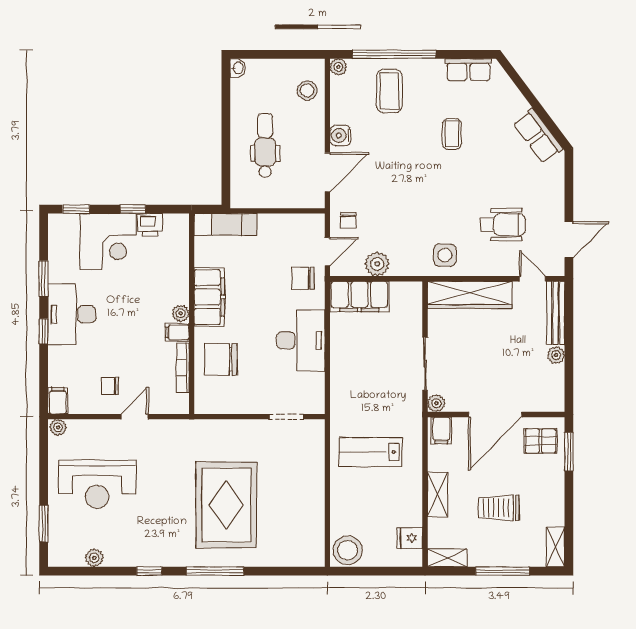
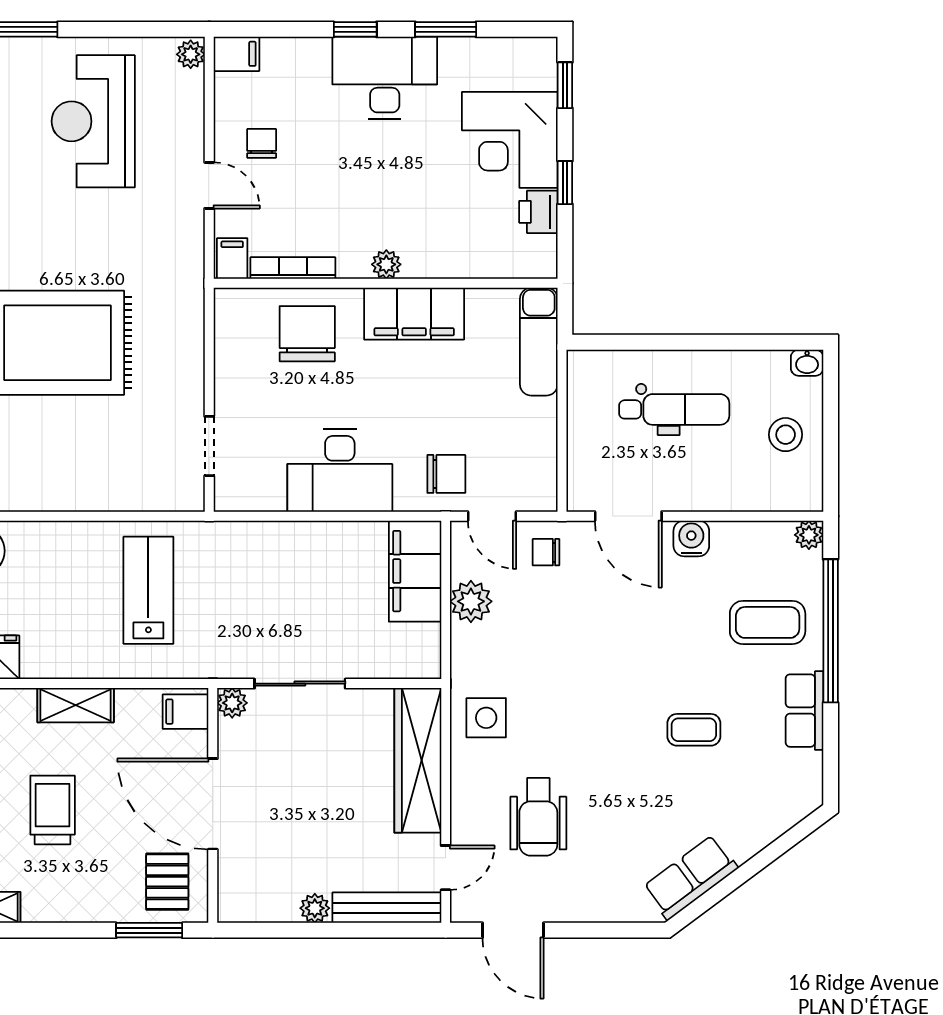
row of seats: (468, 70) -> (804, 711), moved
stool: (307, 90) -> (786, 435), moved
chair: (303, 278) -> (446, 474), turned 90
filing cabinet: (177, 332) -> (232, 259), moved

